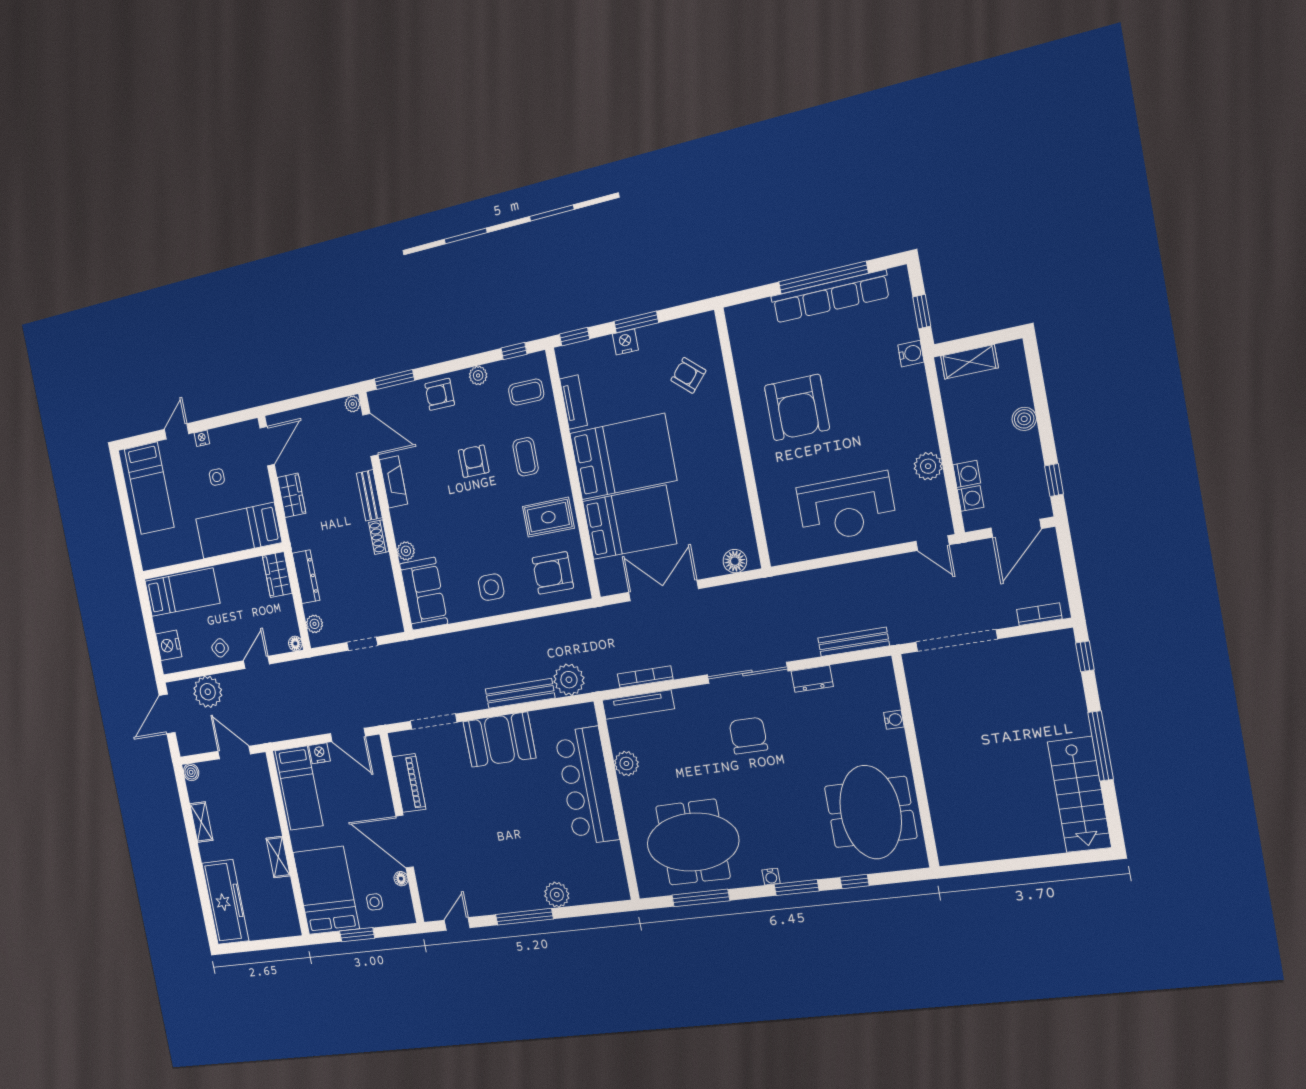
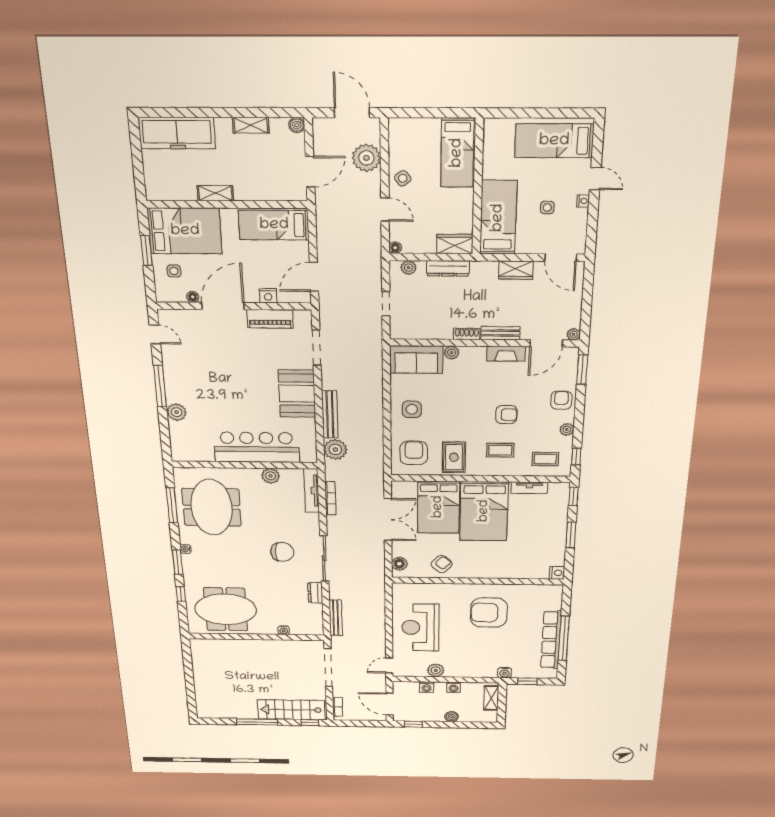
nightstand: (625, 342) -> (557, 573), moved
armchair: (688, 375) -> (442, 564), moved
coffee table: (526, 392) -> (545, 459), turned 90
washing machine: (971, 498) -> (454, 687), moved
nightstand: (169, 645) -> (413, 128), removed
nightstand: (320, 753) -> (268, 296), moved, turned 90
stairs: (1079, 795) -> (291, 710), moved

